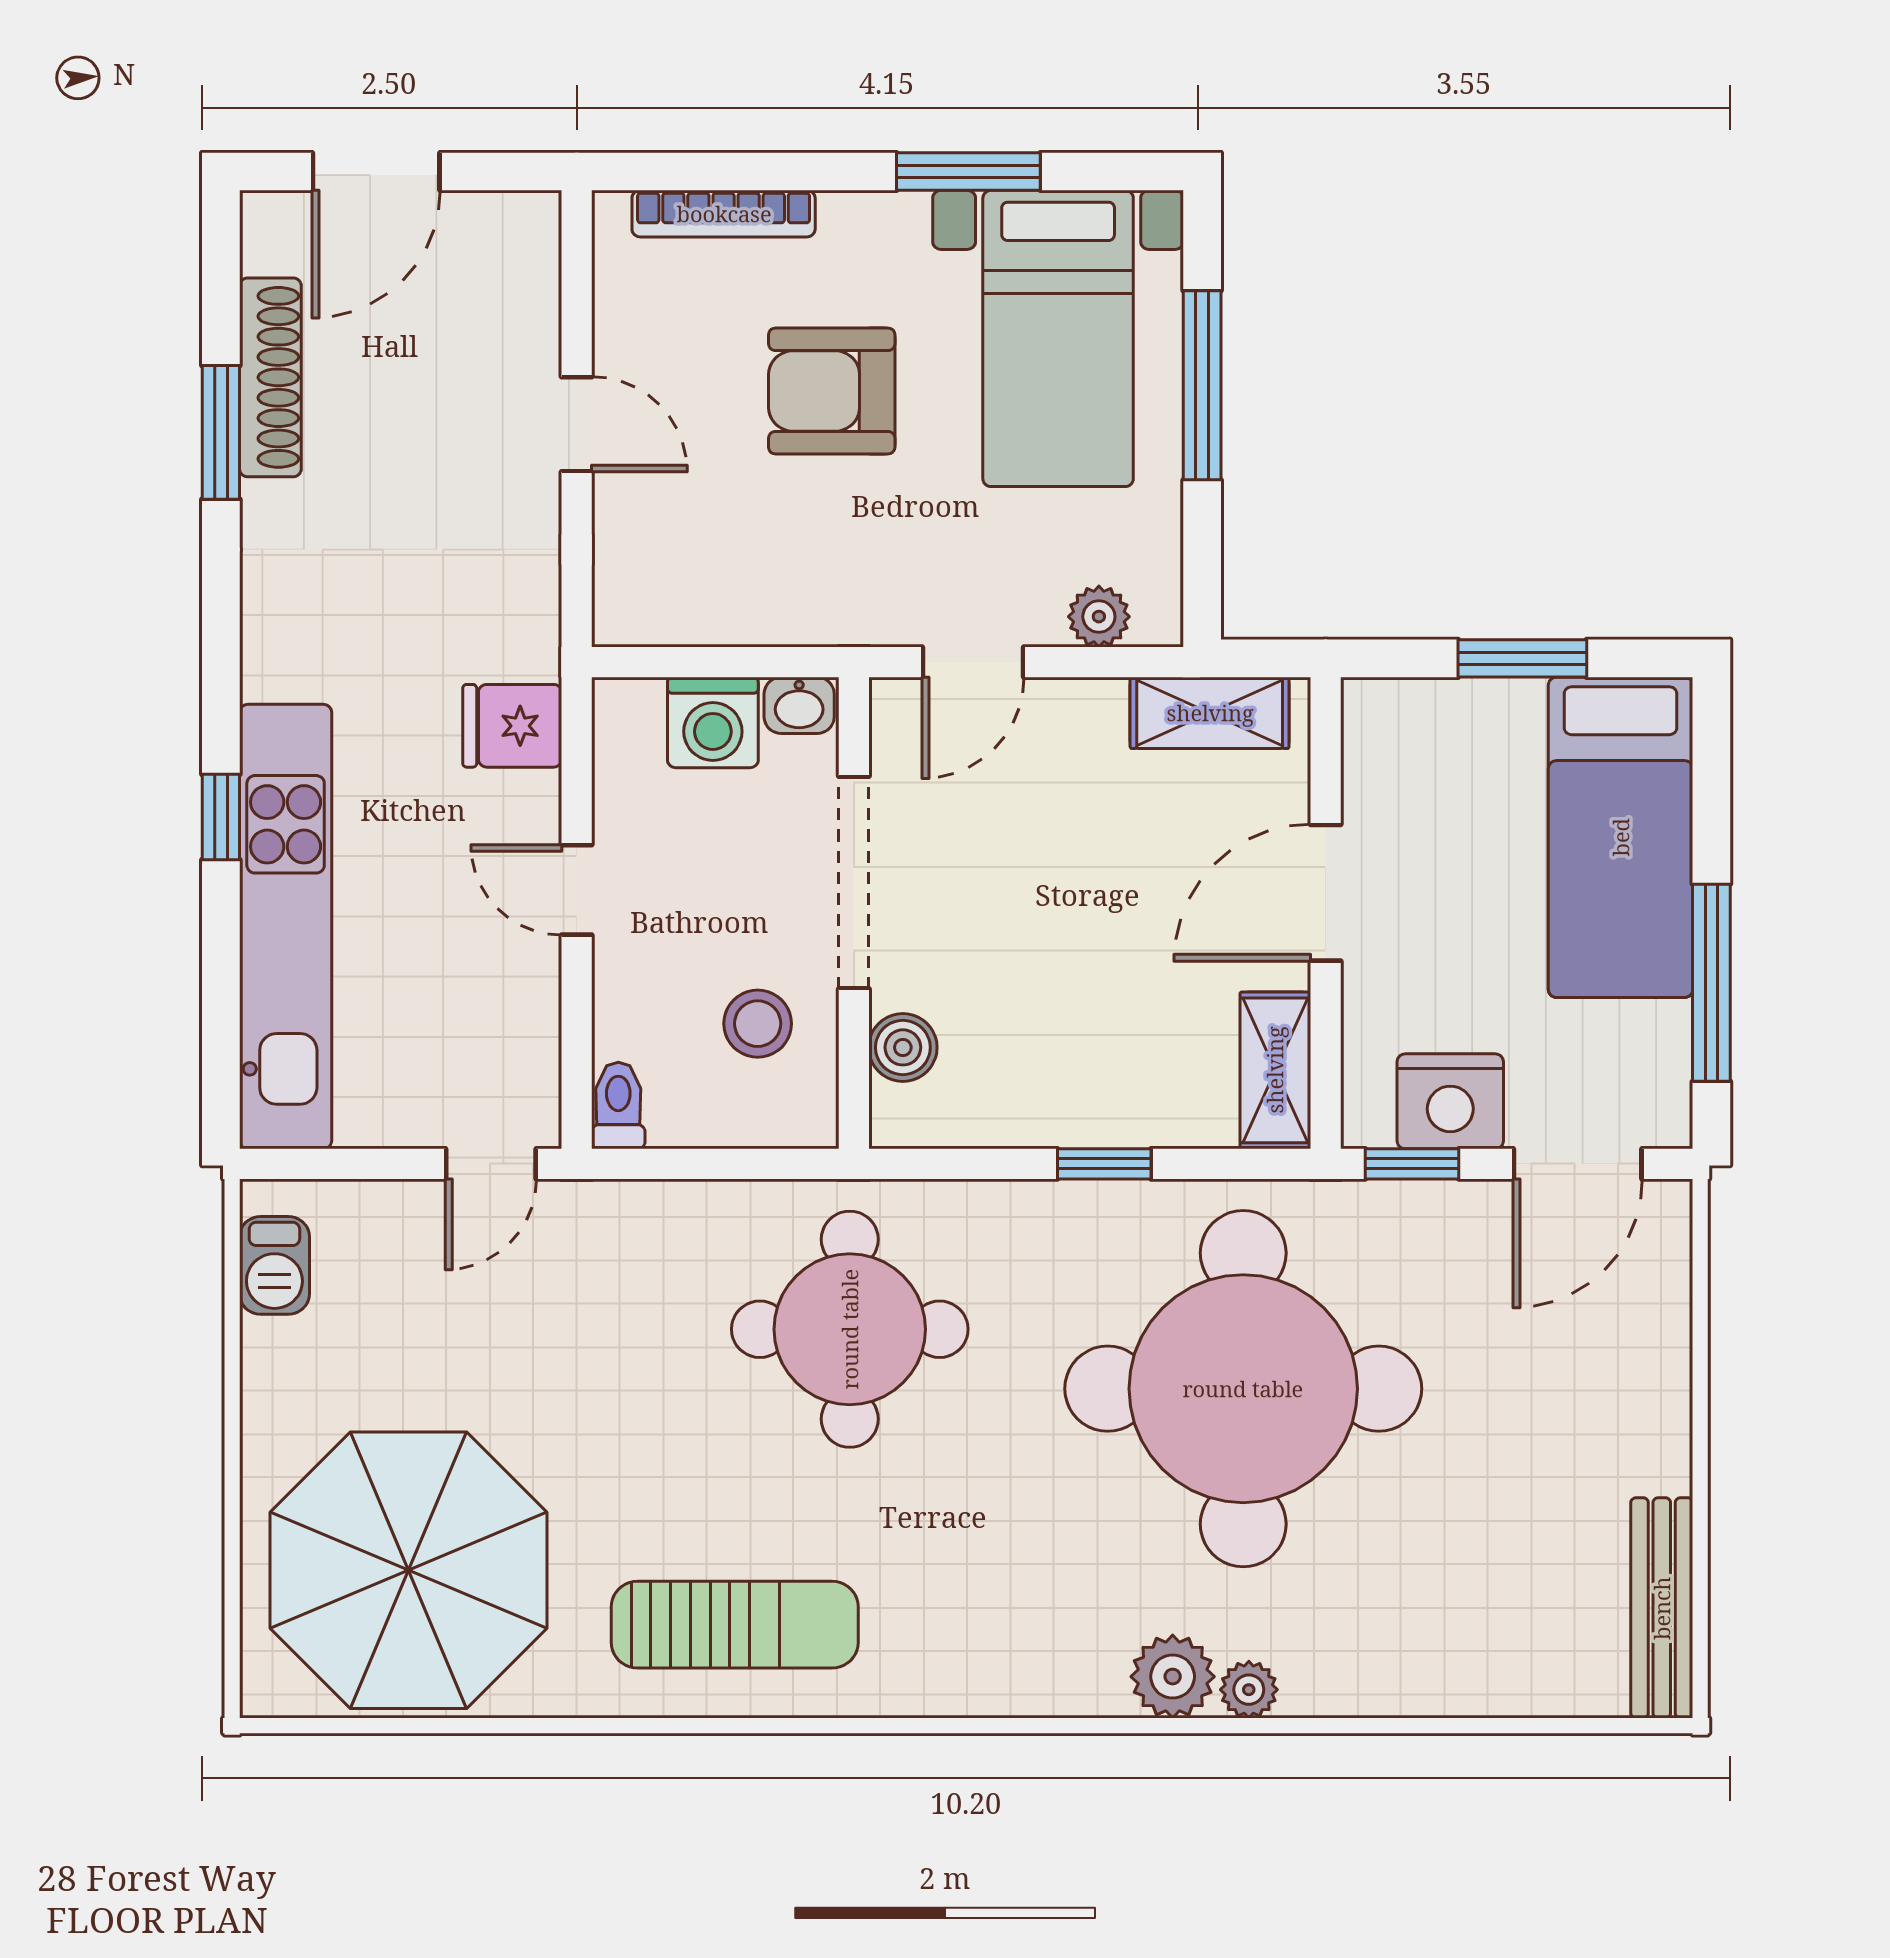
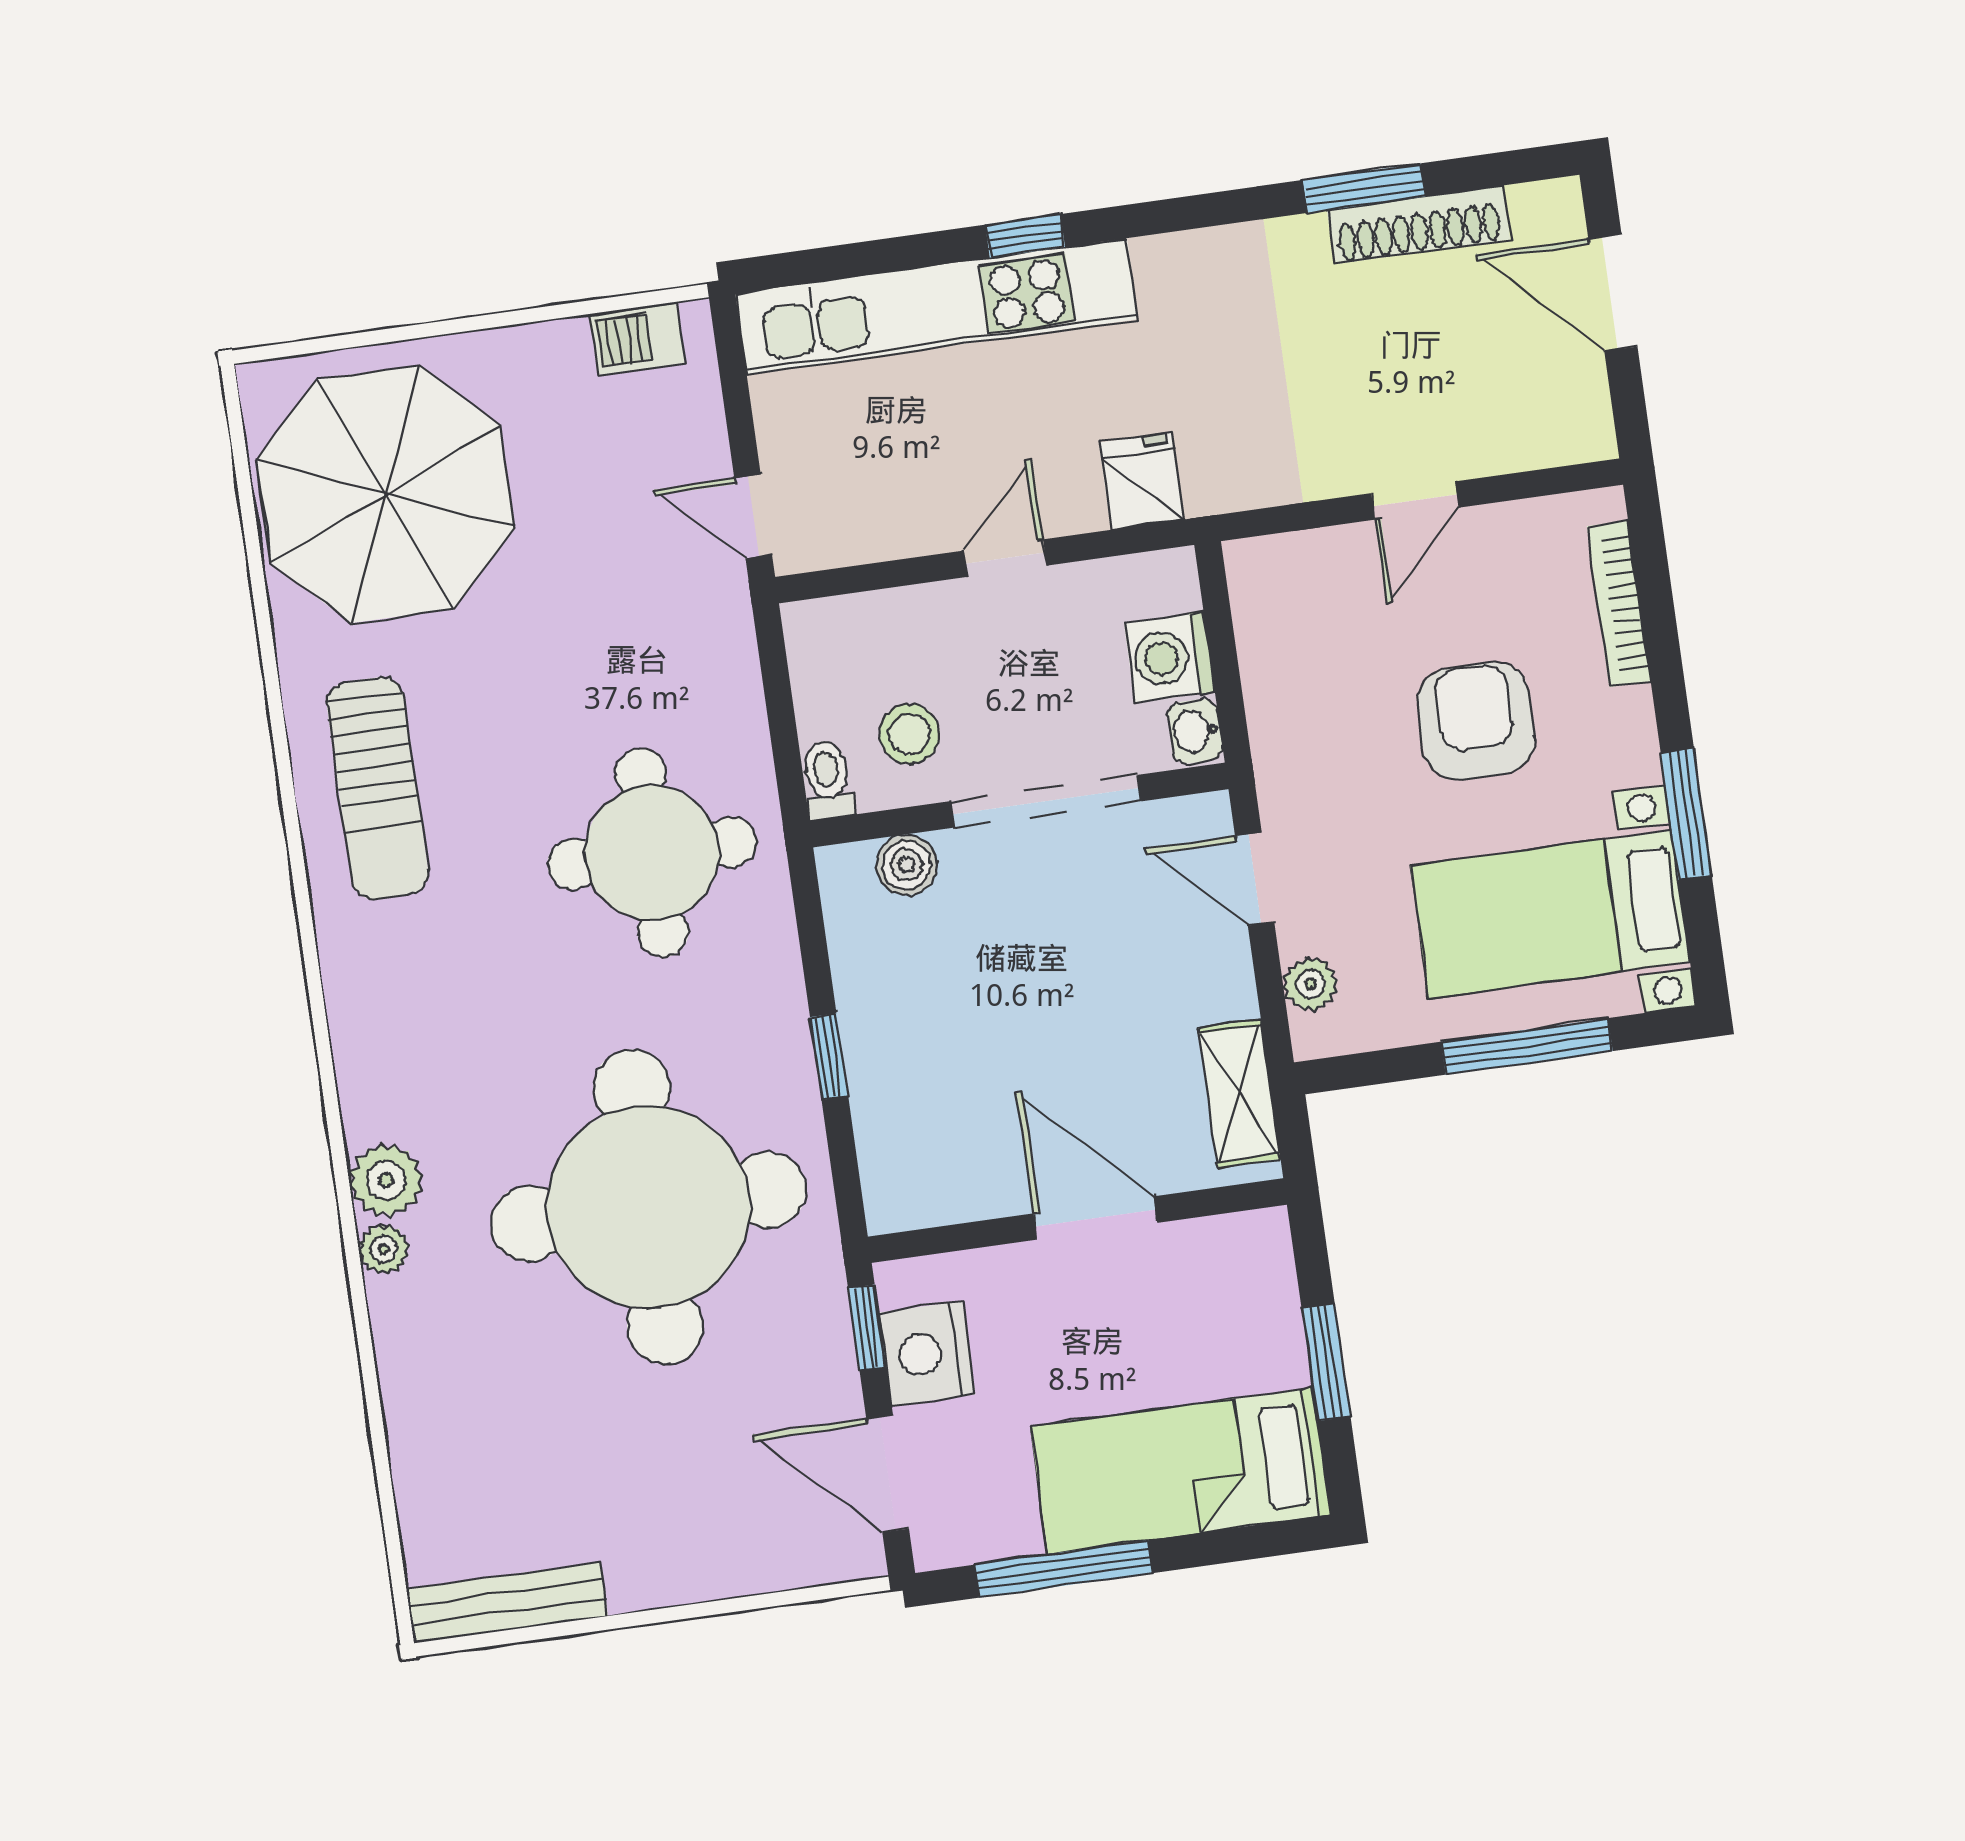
shelving: (1275, 1070) -> (933, 1196), removed
toilet: (618, 1106) -> (827, 780), moved, turned -90

